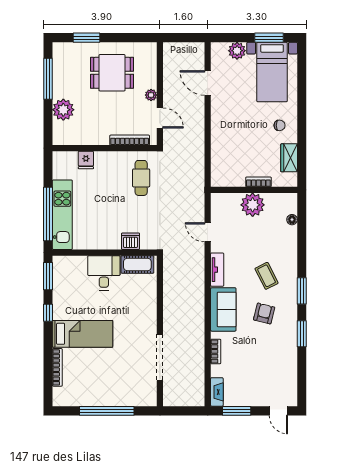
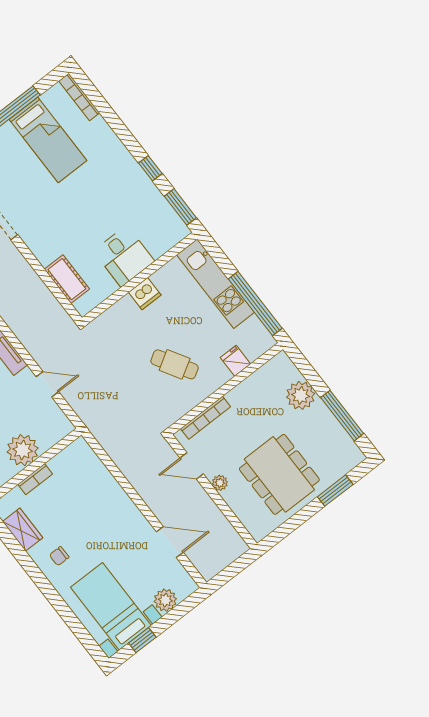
window: (269, 38) -> (142, 640), width x0.67
dining table: (112, 73) -> (279, 474), width x1.38
cafe table: (141, 178) -> (175, 364), moved, turned -31
window: (48, 214) -> (255, 304), moved
dishwasher: (131, 241) -> (145, 294), moved
cot: (137, 264) -> (67, 279), moved, turned 90
bed: (82, 334) -> (48, 140), moved, turned -90
bookcase: (57, 367) -> (79, 97), moved

